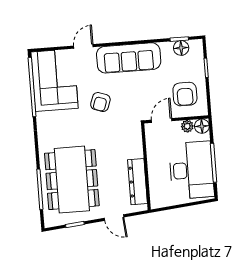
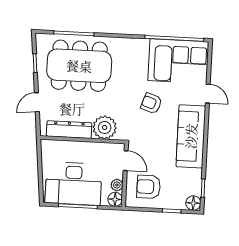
floor lamp: (181, 48) -> (193, 203), moved
plant: (131, 146) -> (105, 127), added

